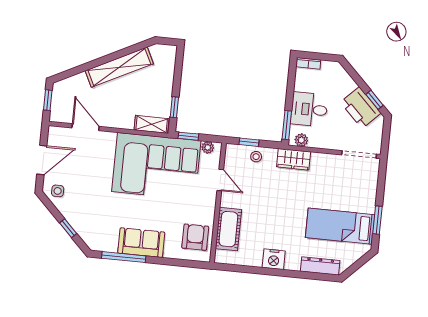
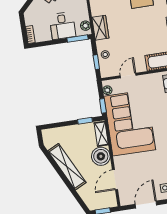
boiler: (122, 116) -> (101, 156), added
door: (42, 160) -> (146, 205), hinge flipped

